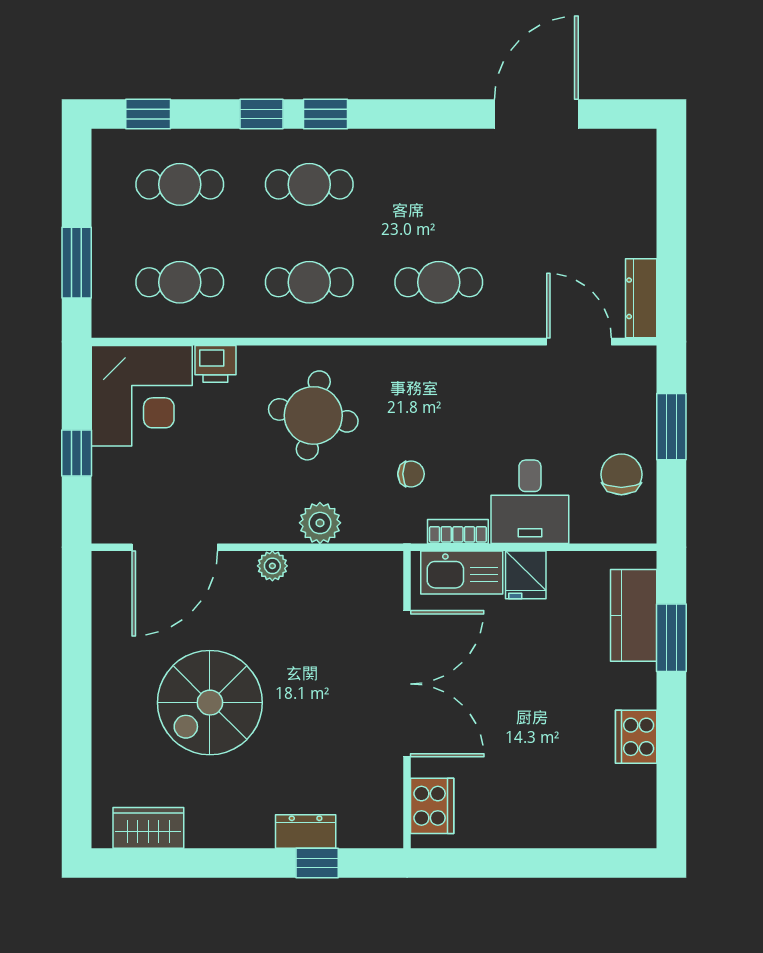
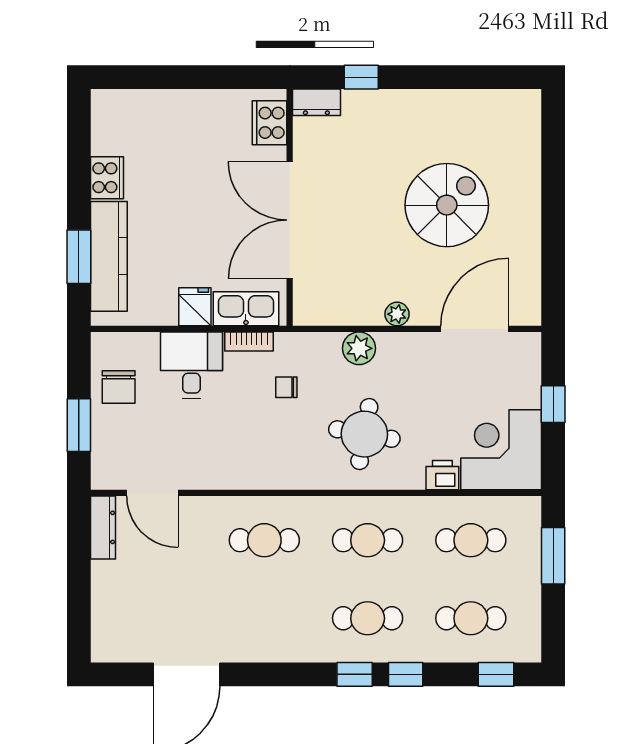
kitchen counter: (634, 615) -> (109, 256), width x1.50
wardrobe: (148, 828) -> (496, 105), removed
dresser: (306, 831) -> (316, 102), moved

